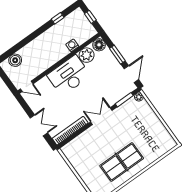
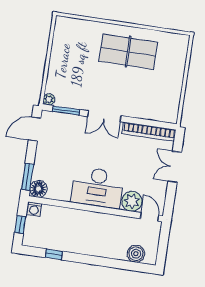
washing machine: (72, 45) -> (34, 209), moved
plant: (87, 55) -> (132, 201), moved
window: (117, 55) -> (27, 177), moved

